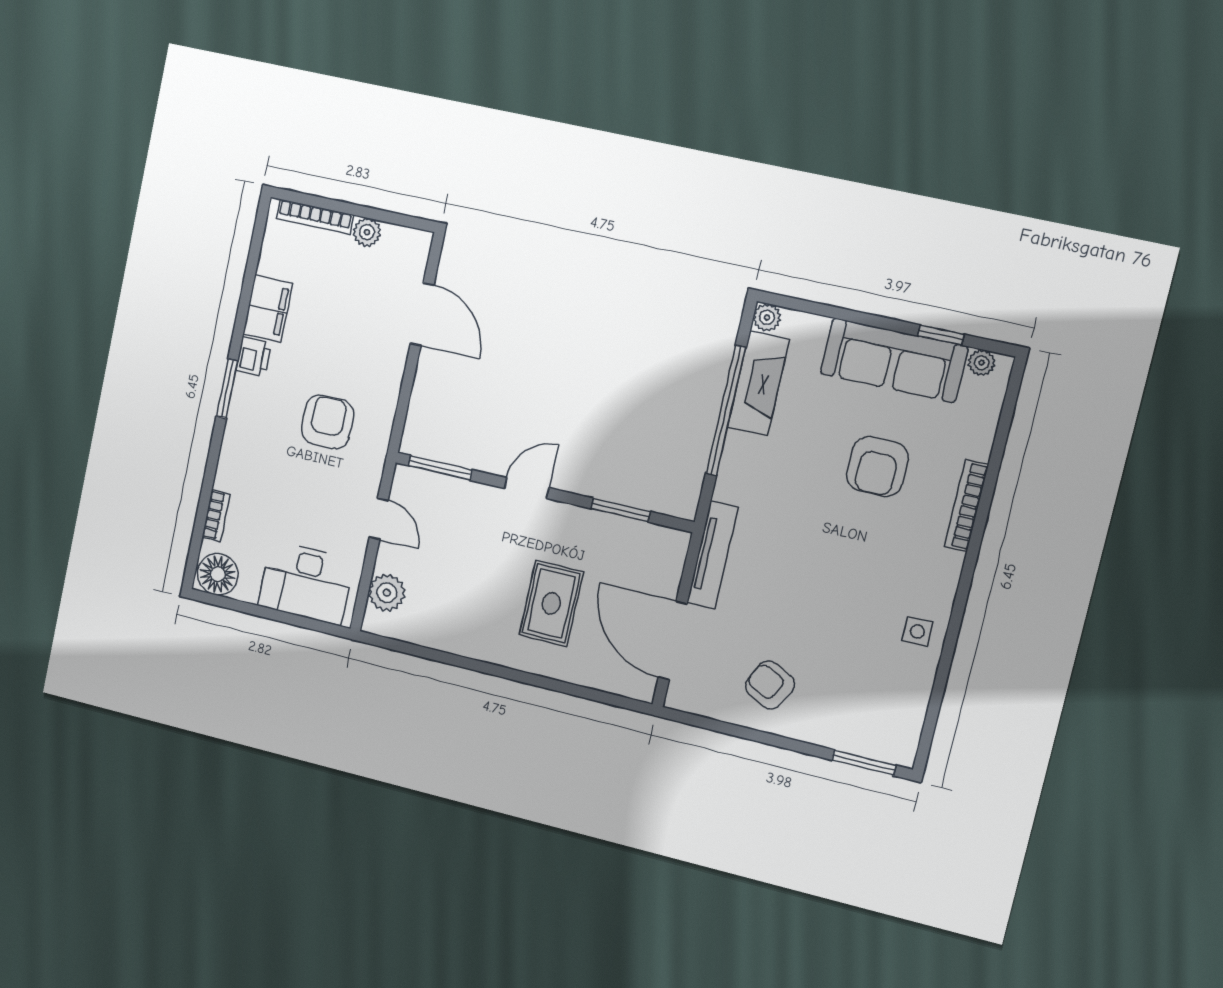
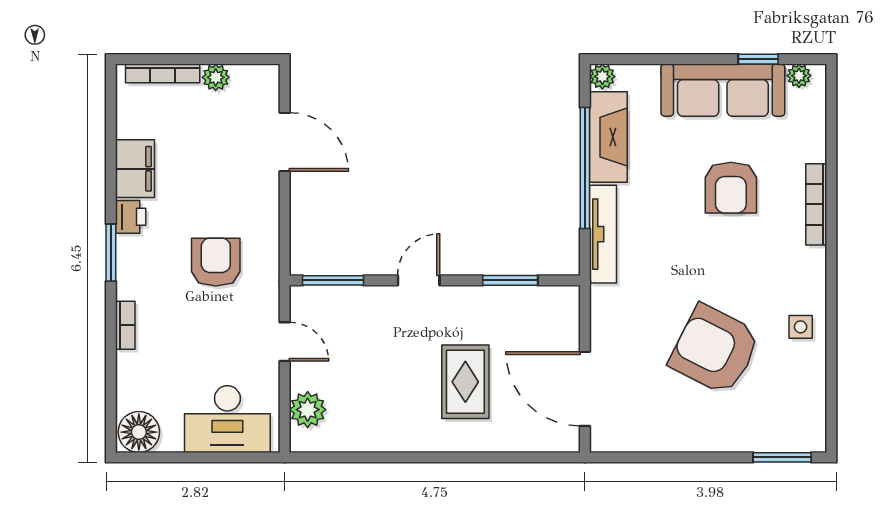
bookcase: (216, 516) -> (125, 325), moved
tv unit: (713, 555) -> (603, 234), moved
armchair: (770, 685) -> (715, 350), moved, width x1.88, depth x1.88

